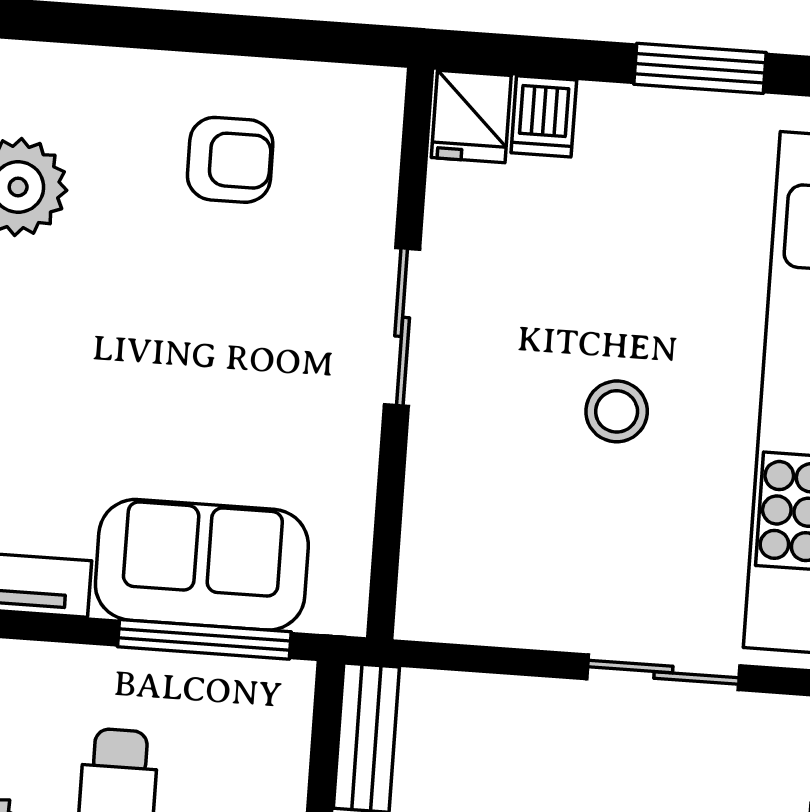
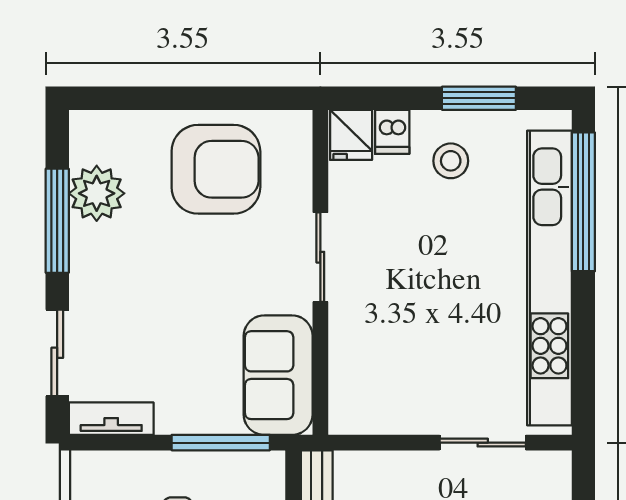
armchair: (230, 160) -> (216, 169), width x1.88, depth x1.88
stool: (617, 411) -> (451, 161), moved
sofa: (202, 565) -> (278, 375), moved, turned -90

